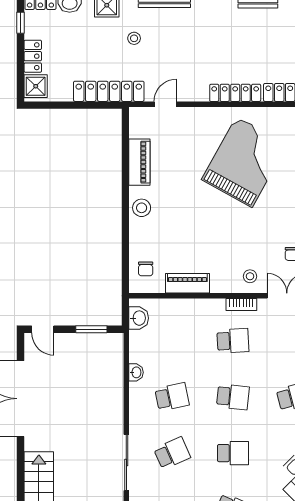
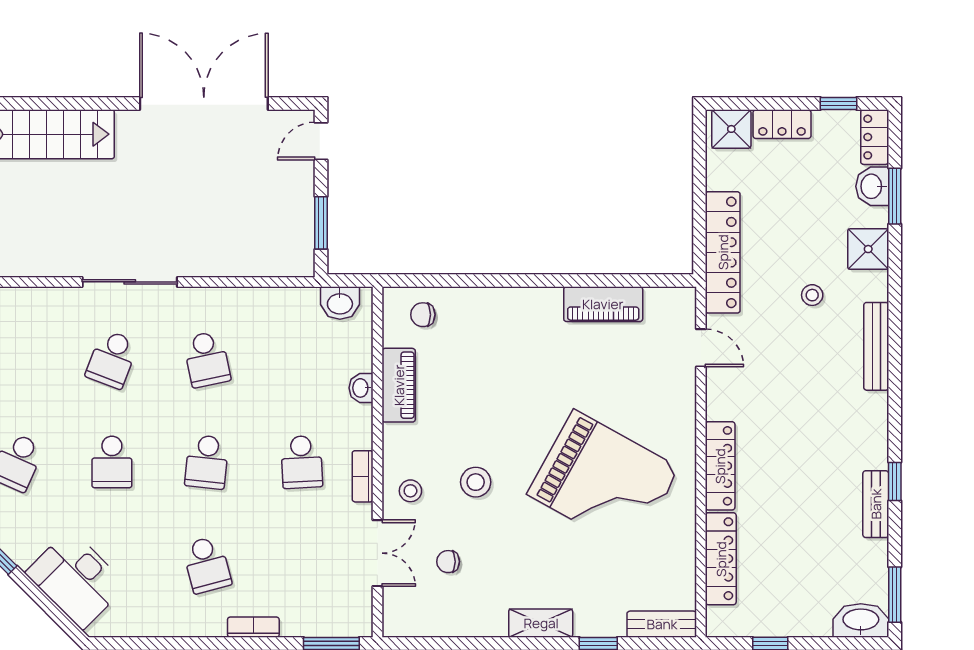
stool: (142, 208) -> (476, 482), moved
washbasin: (136, 372) -> (361, 388), moved, turned 90
school desk: (172, 453) -> (112, 359), turned 45
sliding door: (126, 462) -> (130, 282), moved

